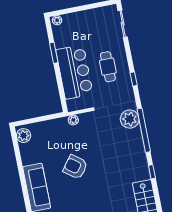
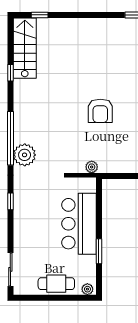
cafe table: (108, 67) -> (56, 284), moved, turned 90
armchair: (75, 167) -> (100, 111), turned 53
window: (152, 172) -> (10, 73), moved

